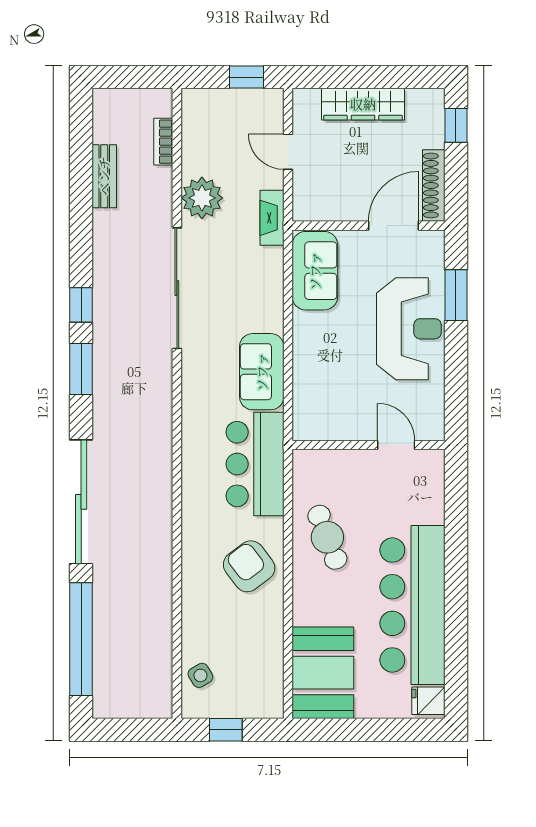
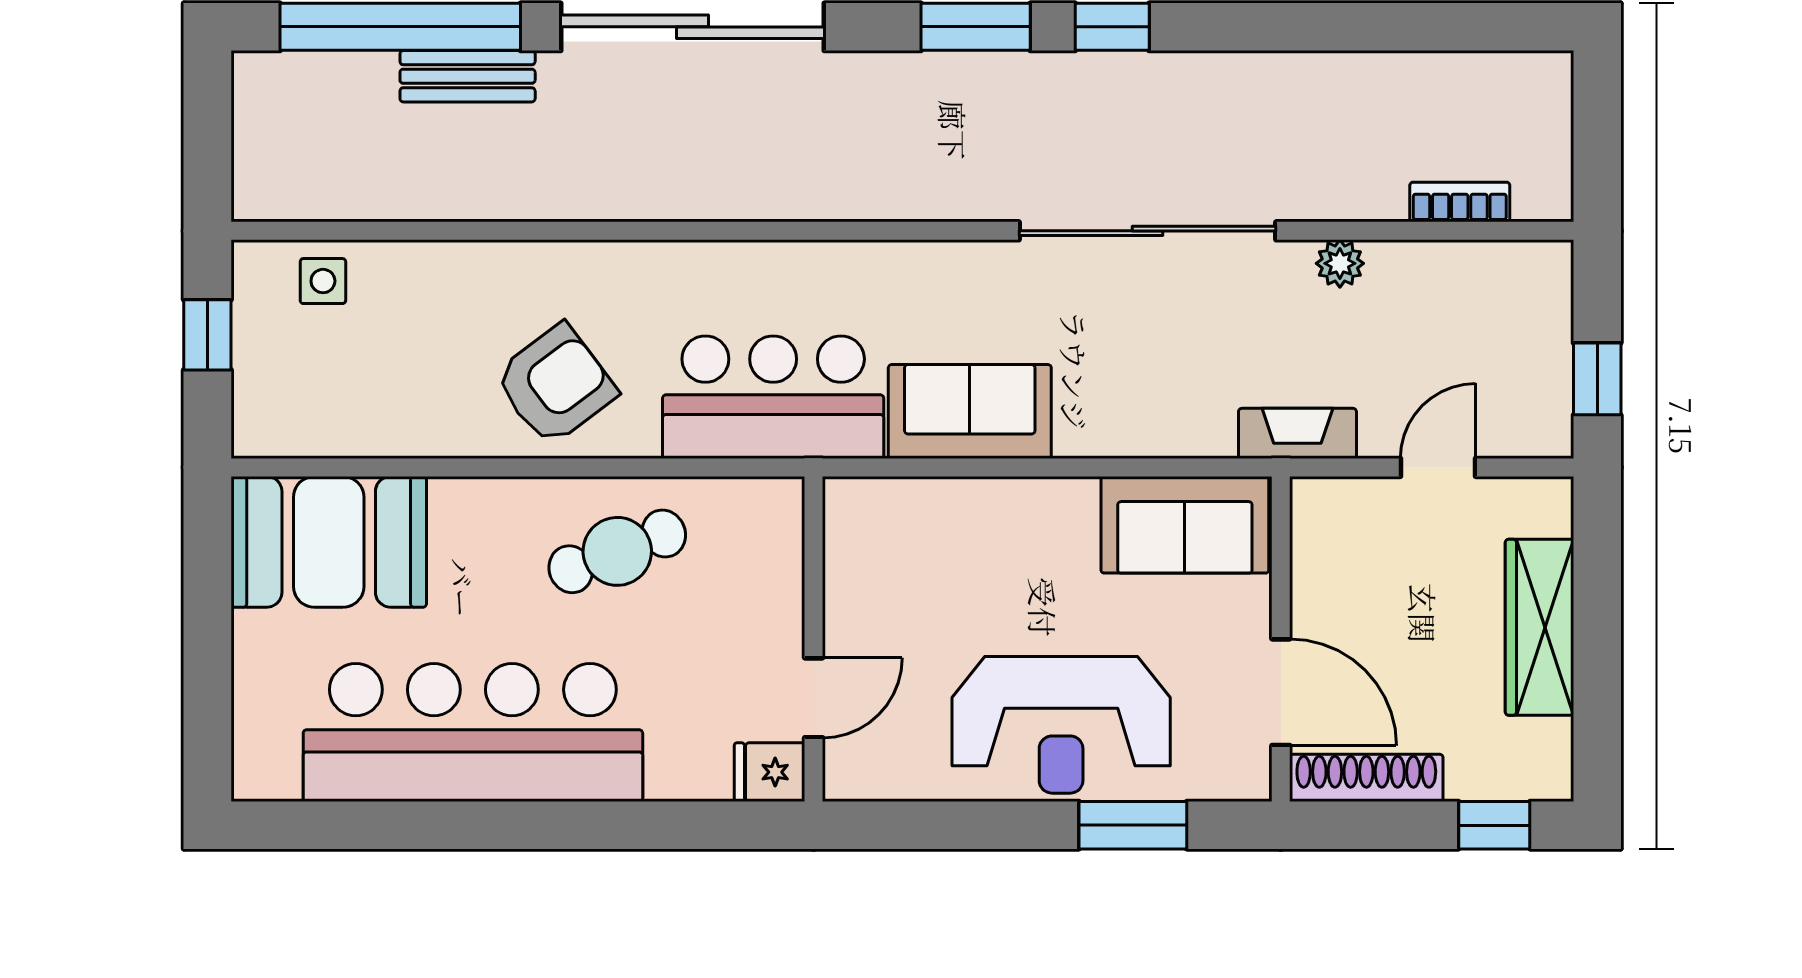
bench: (104, 176) -> (468, 76), moved
plant: (202, 198) -> (1340, 263), width x0.53, depth x0.53
side table: (200, 675) -> (323, 281), turned 31
fridge: (428, 701) -> (770, 772), moved, turned -90

